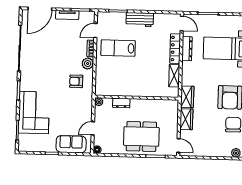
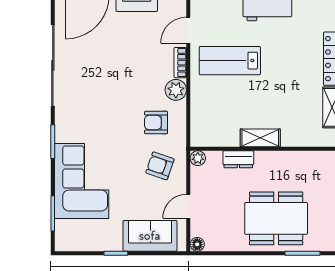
shelving: (134, 91) -> (260, 138), added
armchair: (78, 105) -> (160, 166), added

